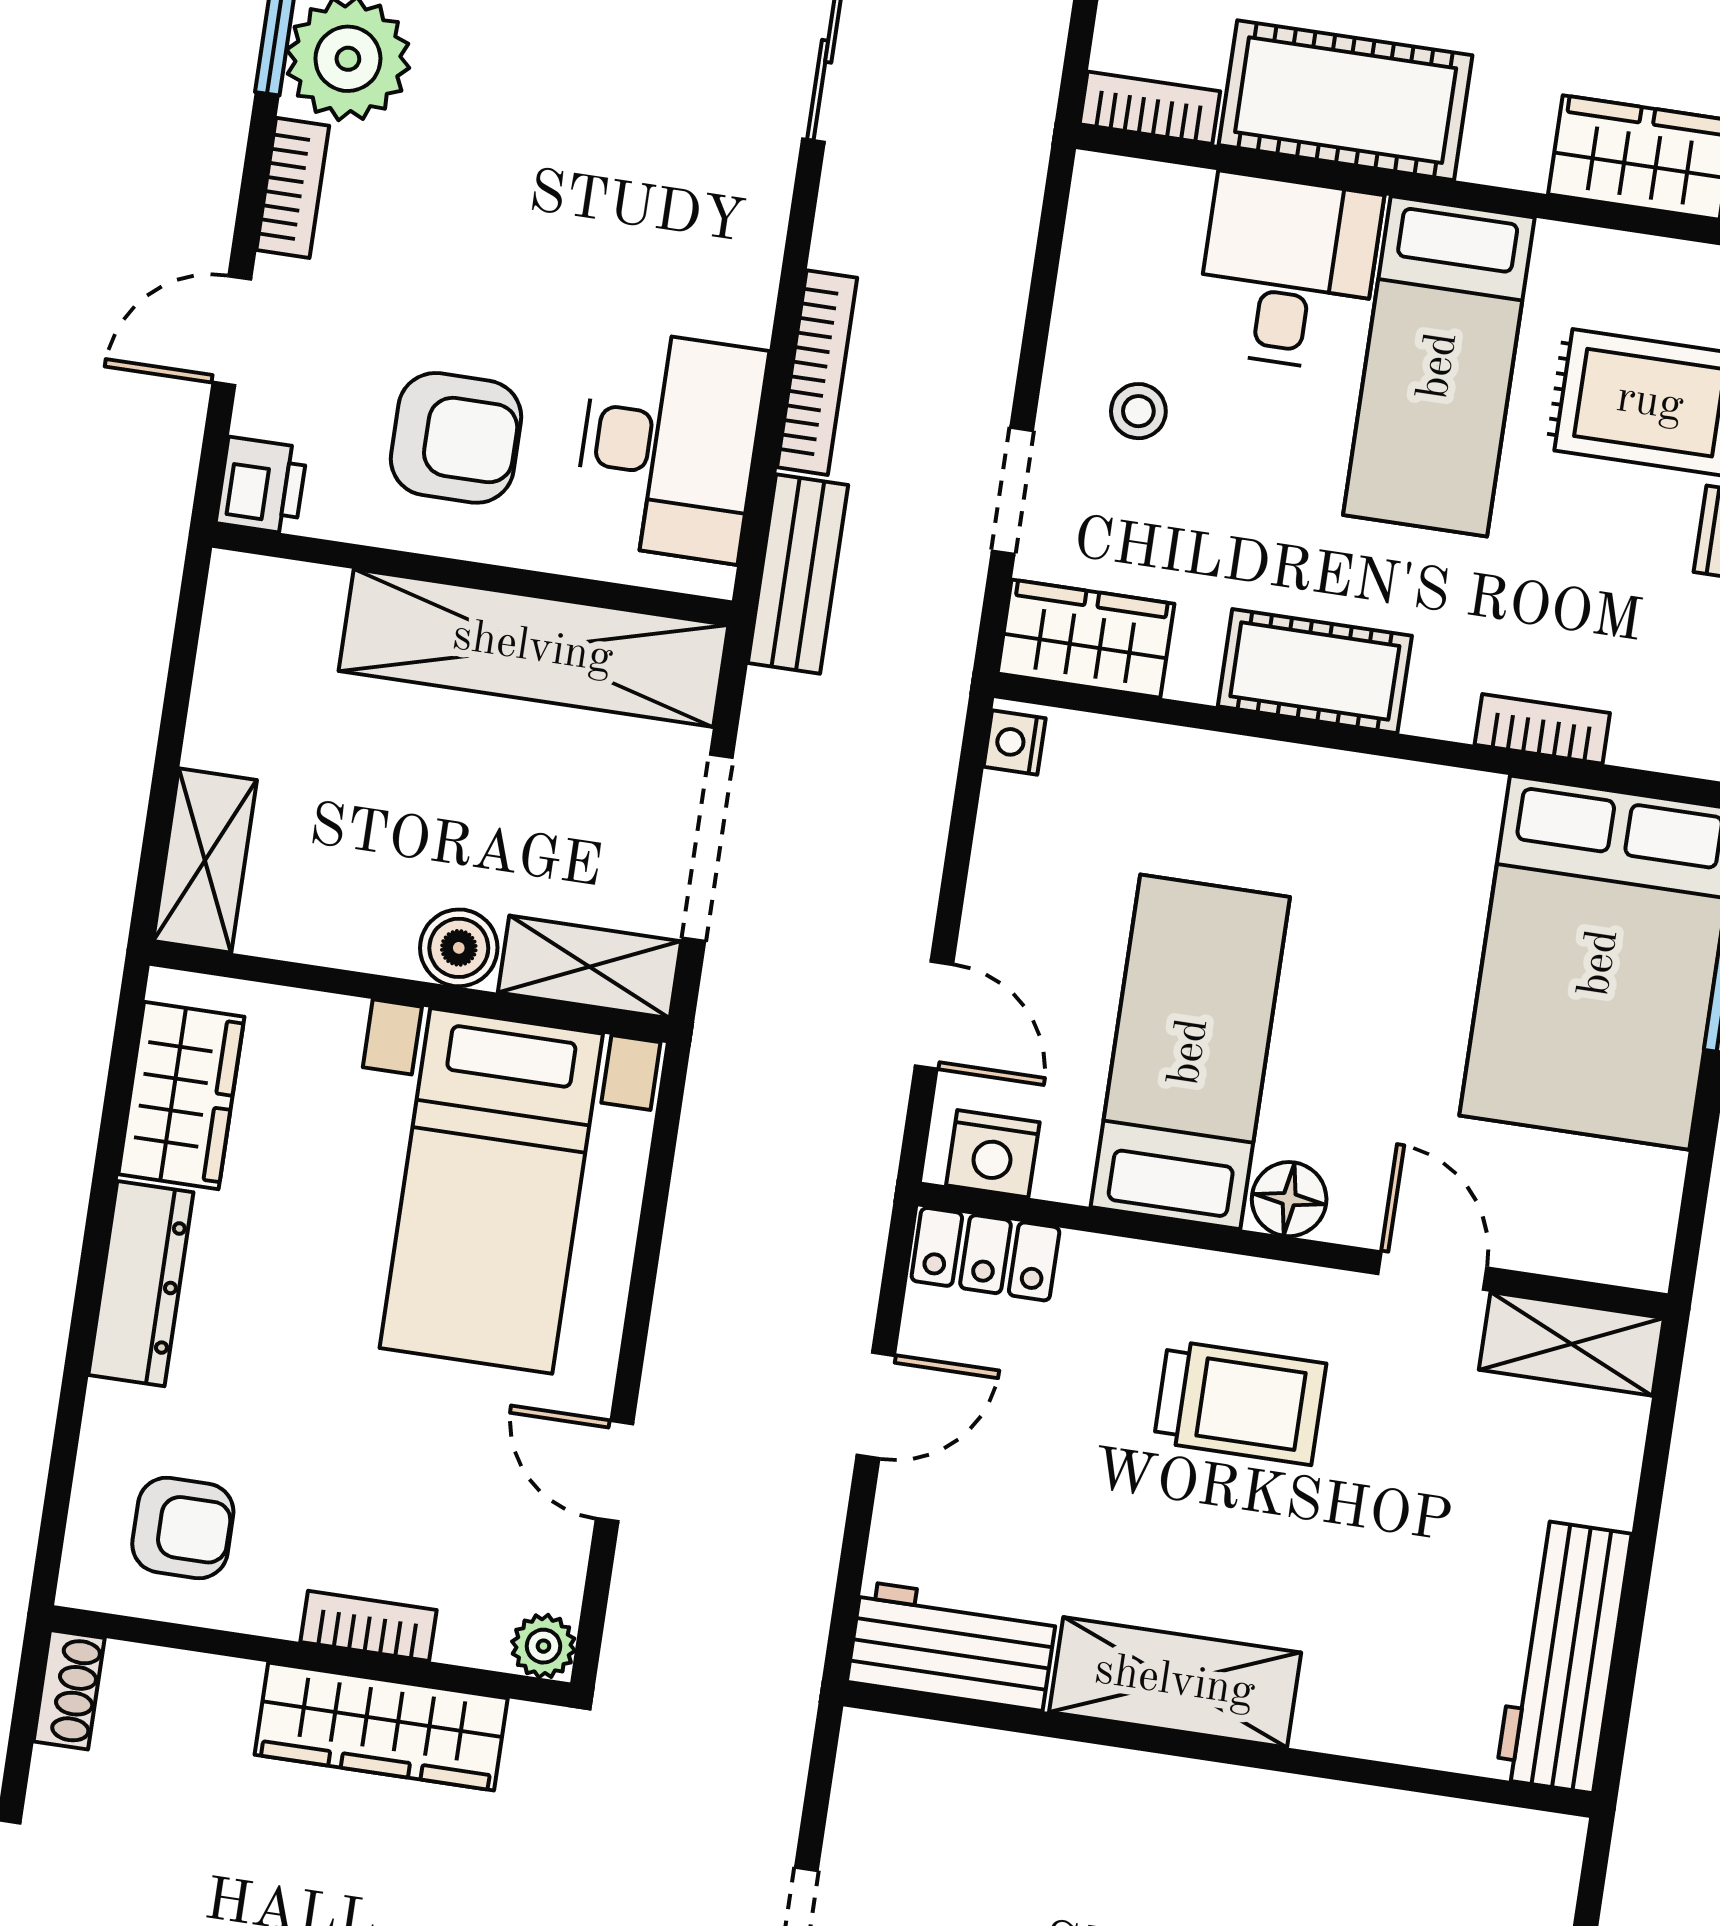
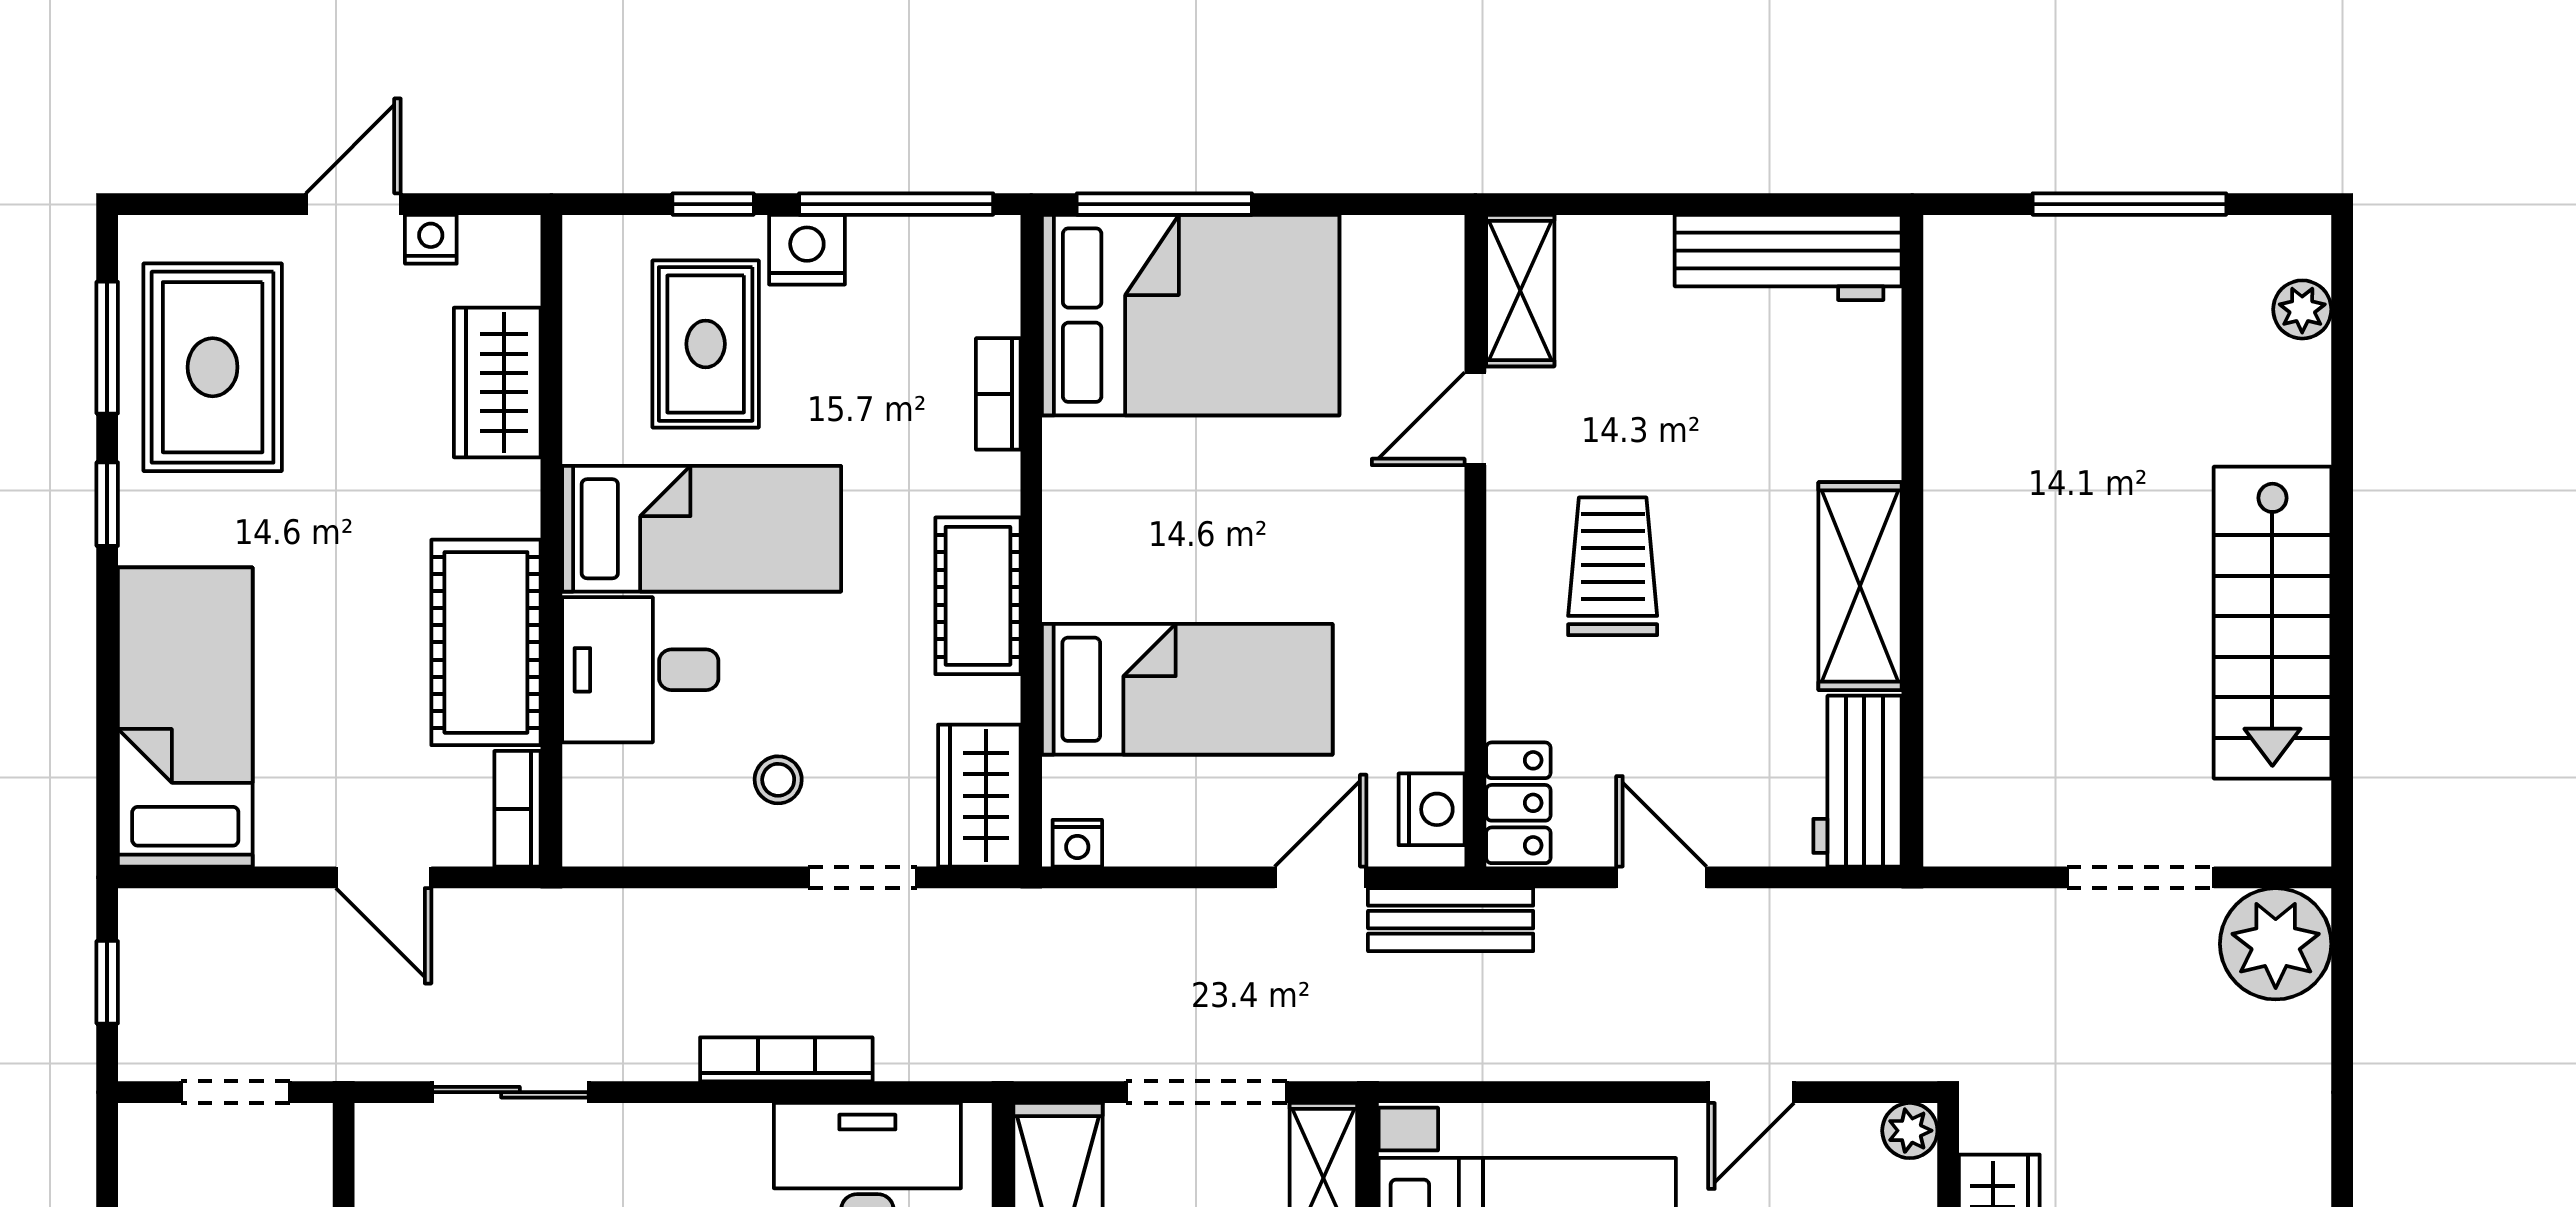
bench: (798, 574) -> (1451, 920), moved
bed: (1190, 1052) -> (1187, 689), moved, turned 180
floor lamp: (1289, 1199) -> (1432, 550), removed

